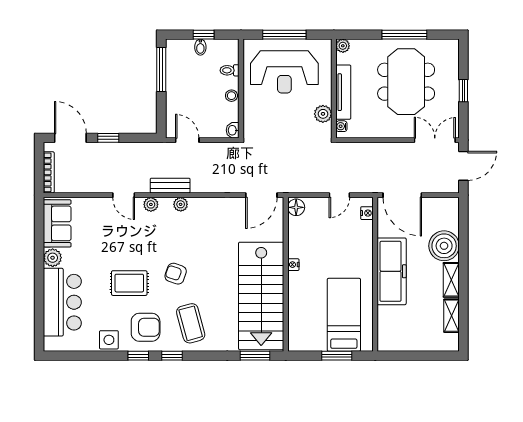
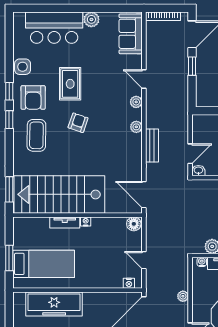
door: (187, 140) -> (190, 154), moved
plant: (382, 149) -> (183, 296), added
bench: (170, 186) -> (152, 146), moved
door: (124, 195) -> (144, 79), hinge flipped
sofa: (57, 223) -> (131, 34), moved, turned 90
freezer: (392, 271) -> (54, 304), moved
tv unit: (294, 290) -> (65, 222), added
coffee table: (191, 323) -> (36, 135), turned -74

